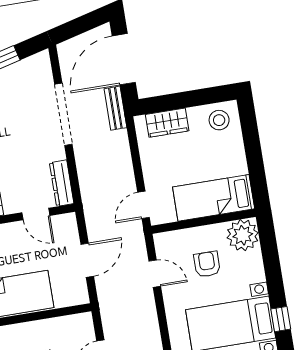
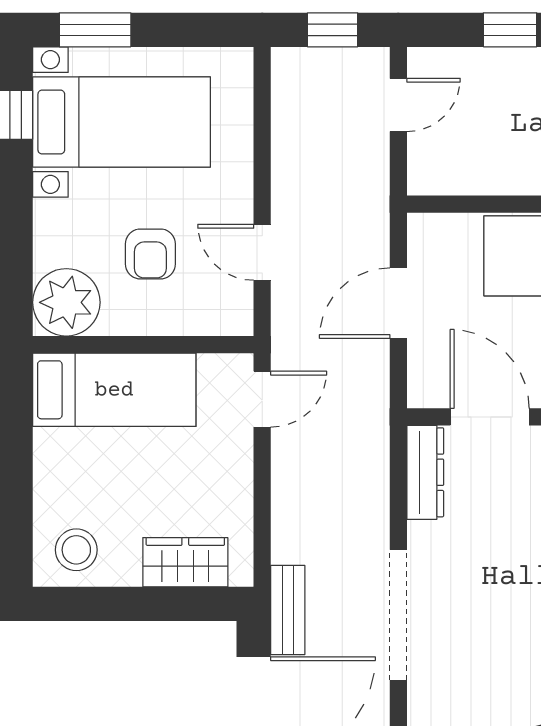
door: (36, 214) -> (490, 417), width x1.38

